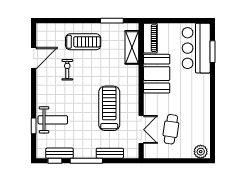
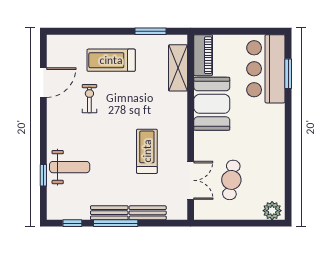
treadmill: (83, 42) -> (111, 60), turned 180
treadmill: (109, 108) -> (147, 151), width x0.73, depth x0.73
bench: (60, 153) -> (109, 213), moved

